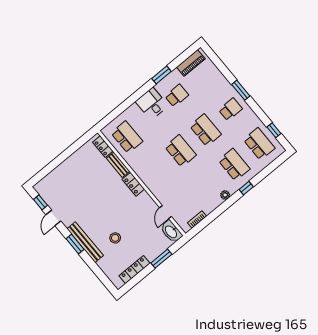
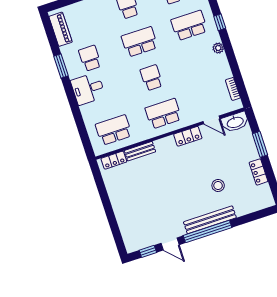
school desk: (180, 151) -> (151, 78), width x0.54
school desk: (155, 172) -> (163, 114), added
locker: (133, 184) -> (188, 136), moved
window: (75, 244) -> (208, 232), width x2.11
locker: (134, 270) -> (259, 172), width x0.66

